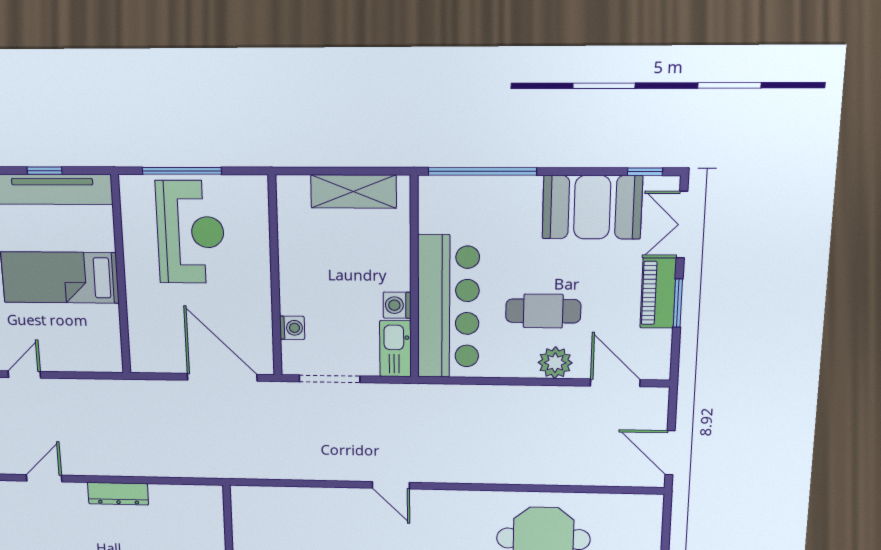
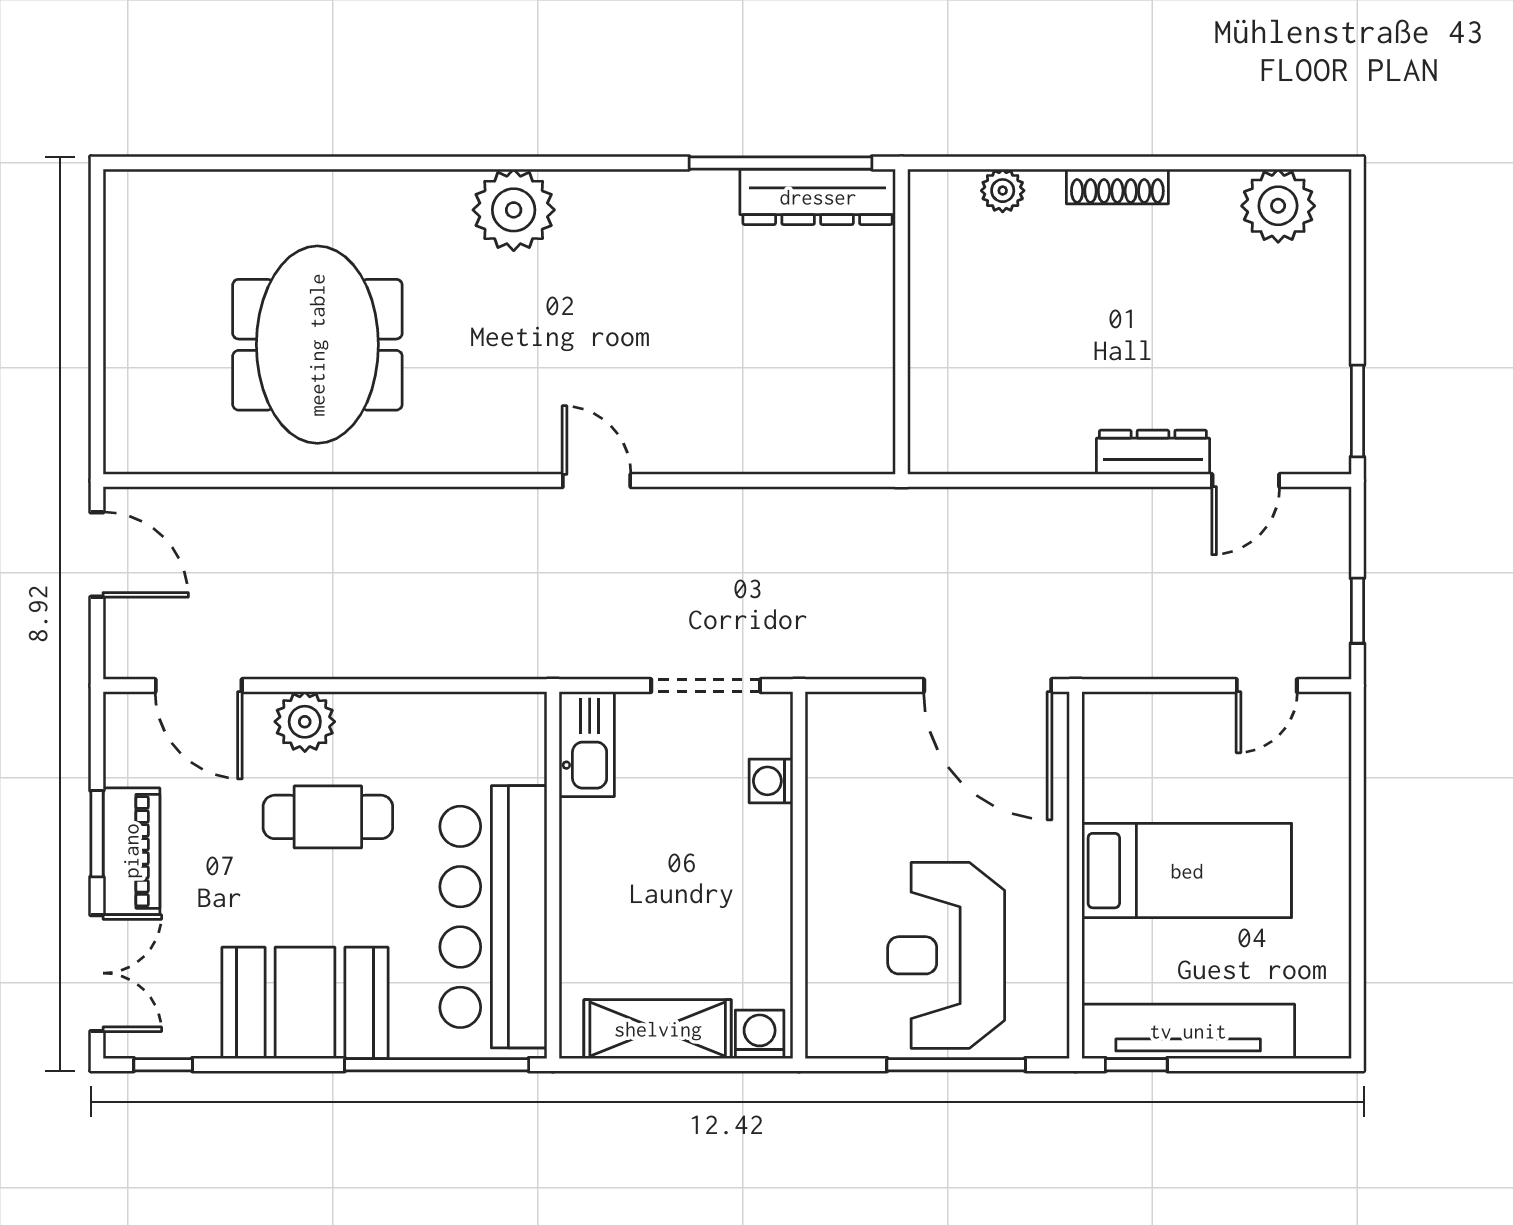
window: (45, 171) -> (1136, 1065), moved
booth: (592, 207) -> (305, 1003), moved
washing machine: (397, 305) -> (760, 1034), moved, turned -90
bar counter: (448, 307) -> (493, 917), moved
door: (222, 377) -> (988, 686), moved
dresser: (118, 494) -> (1153, 452), moved

